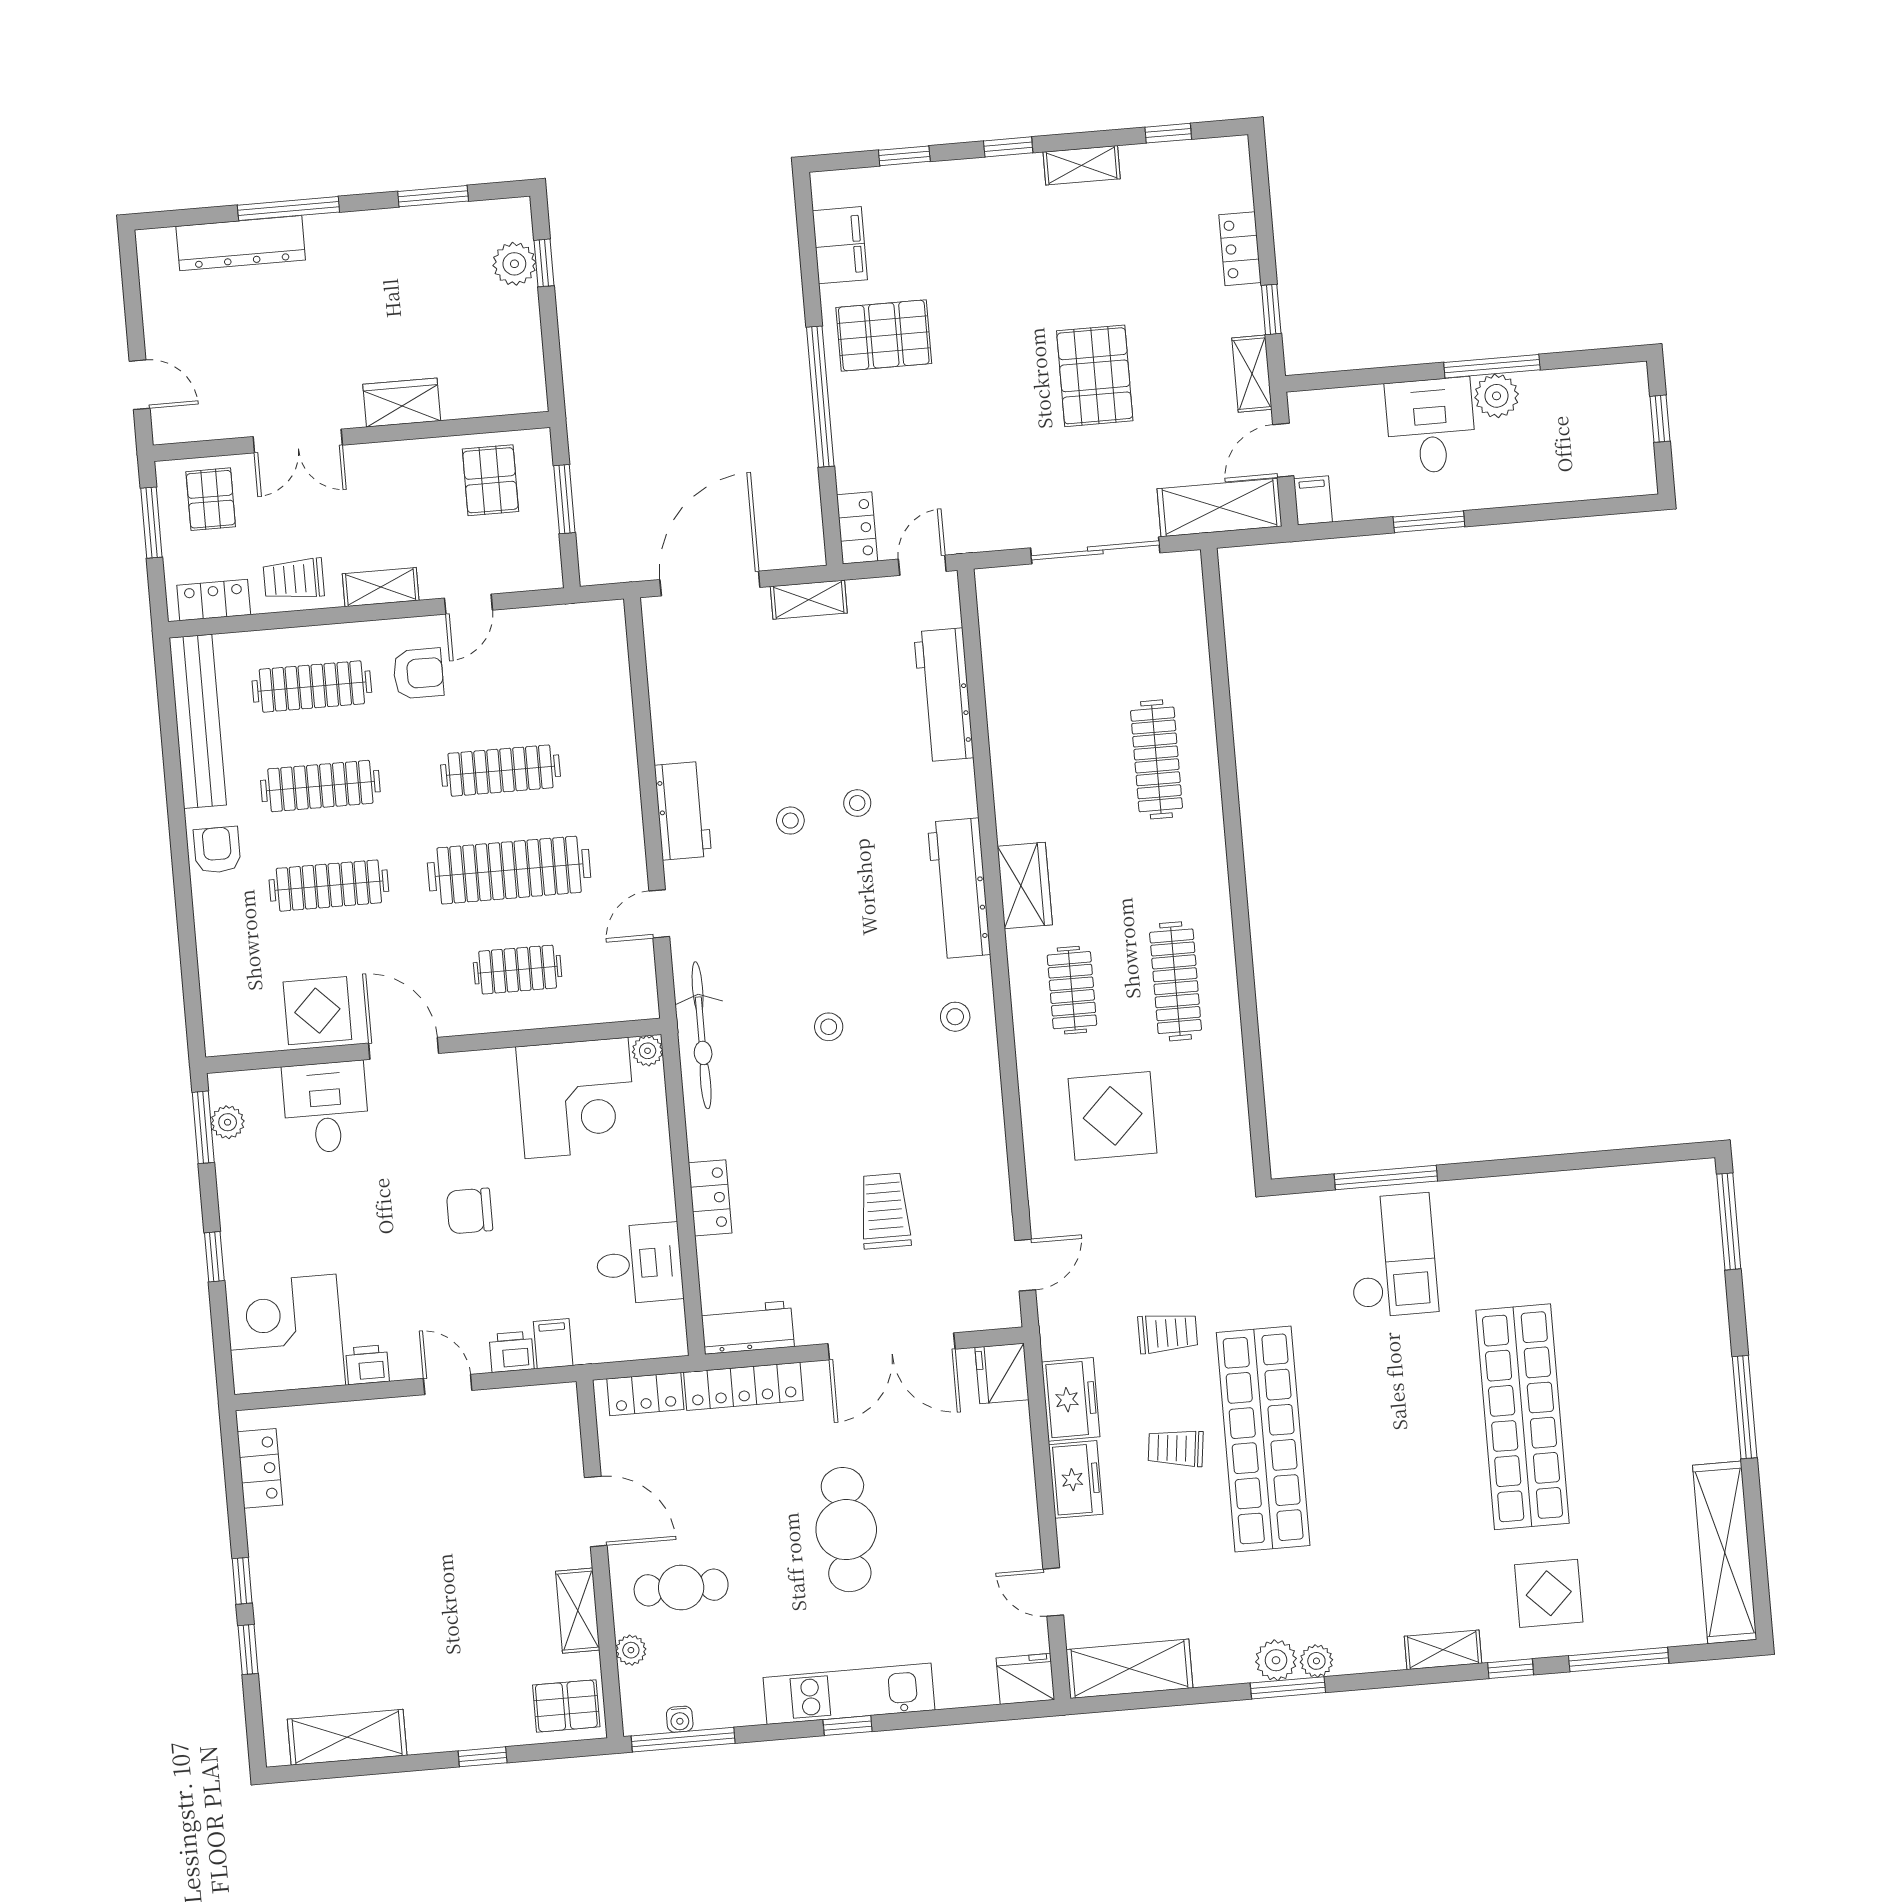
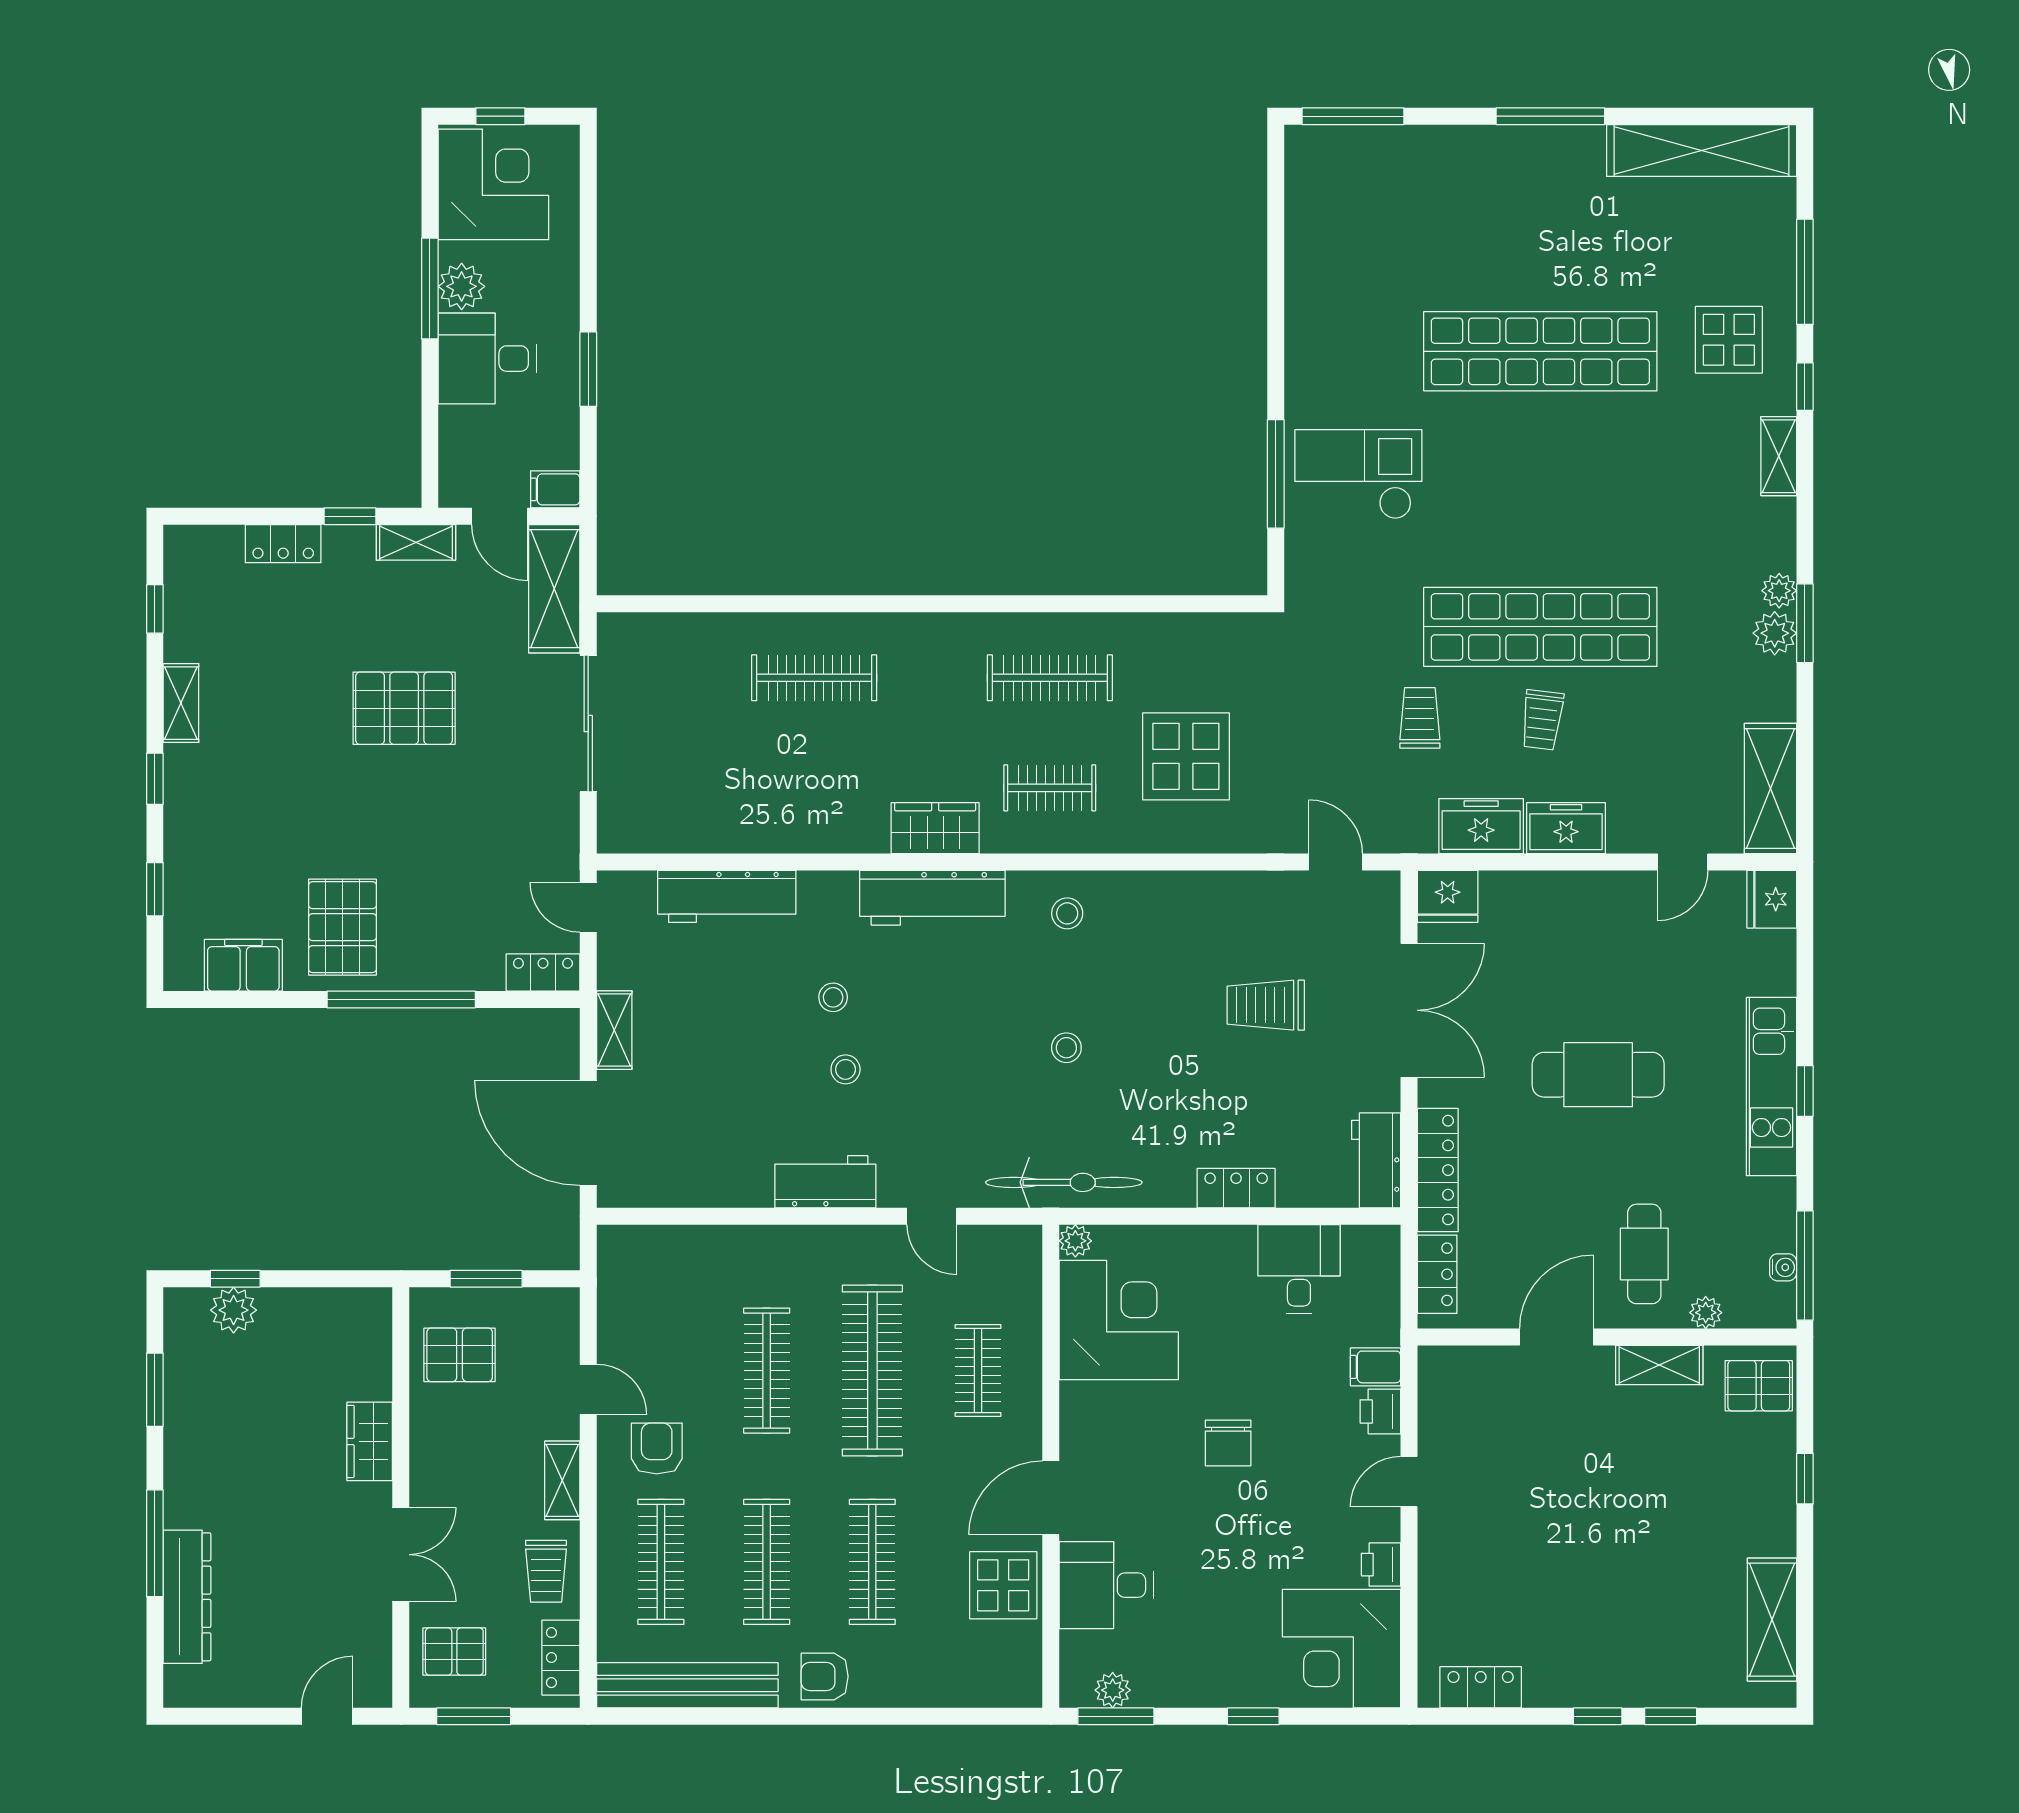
corner desk: (1595, 418) -> (493, 184), added
pallet: (566, 1706) -> (1759, 1386), turned 90

